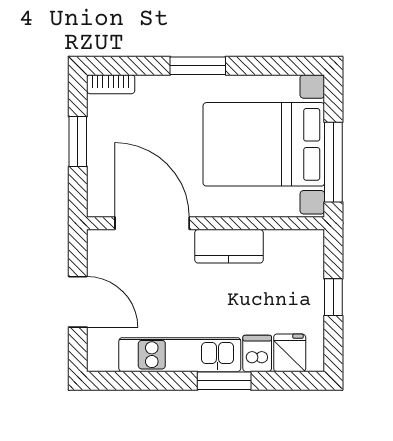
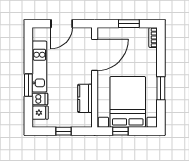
window: (198, 66) -> (161, 88), moved
window: (333, 162) -> (120, 131), width x0.46
kitchen counter: (229, 246) -> (85, 98), moved

